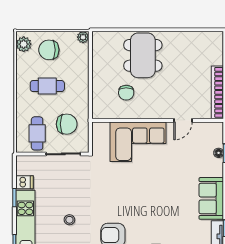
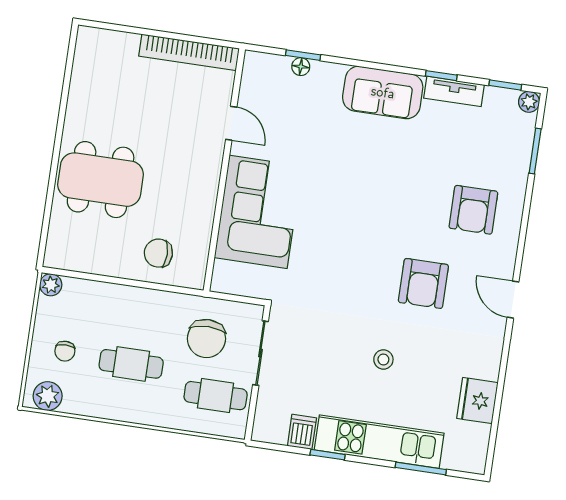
chair: (49, 50) -> (65, 351), width x0.54, depth x0.54
cafe table: (47, 86) -> (131, 364), turned 90
chair: (126, 93) -> (158, 253), moved, turned 180
chair: (67, 124) -> (206, 338), turned 180

